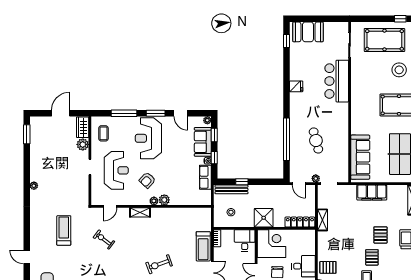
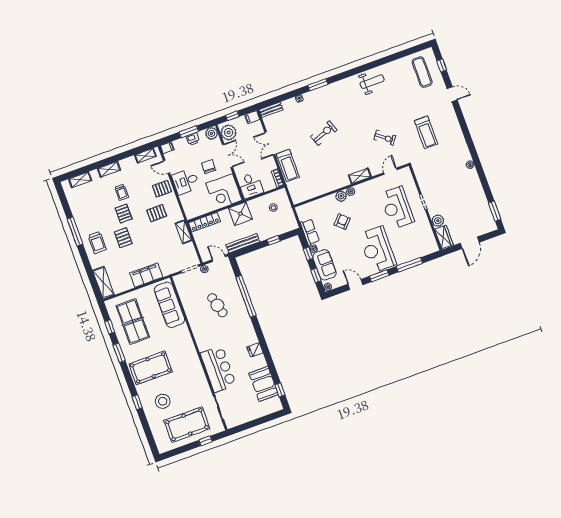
window: (400, 19) -> (206, 441), moved
booth: (308, 32) -> (264, 384), moved, turned 90
coffee table: (103, 133) -> (422, 238), removed
reception desk: (148, 138) -> (378, 249), turned 180
armchair: (147, 180) -> (342, 222), moved
bench: (231, 189) -> (243, 243), moved
treadmill: (203, 246) -> (288, 166), turned 180
pallet: (341, 247) -> (157, 213), added

